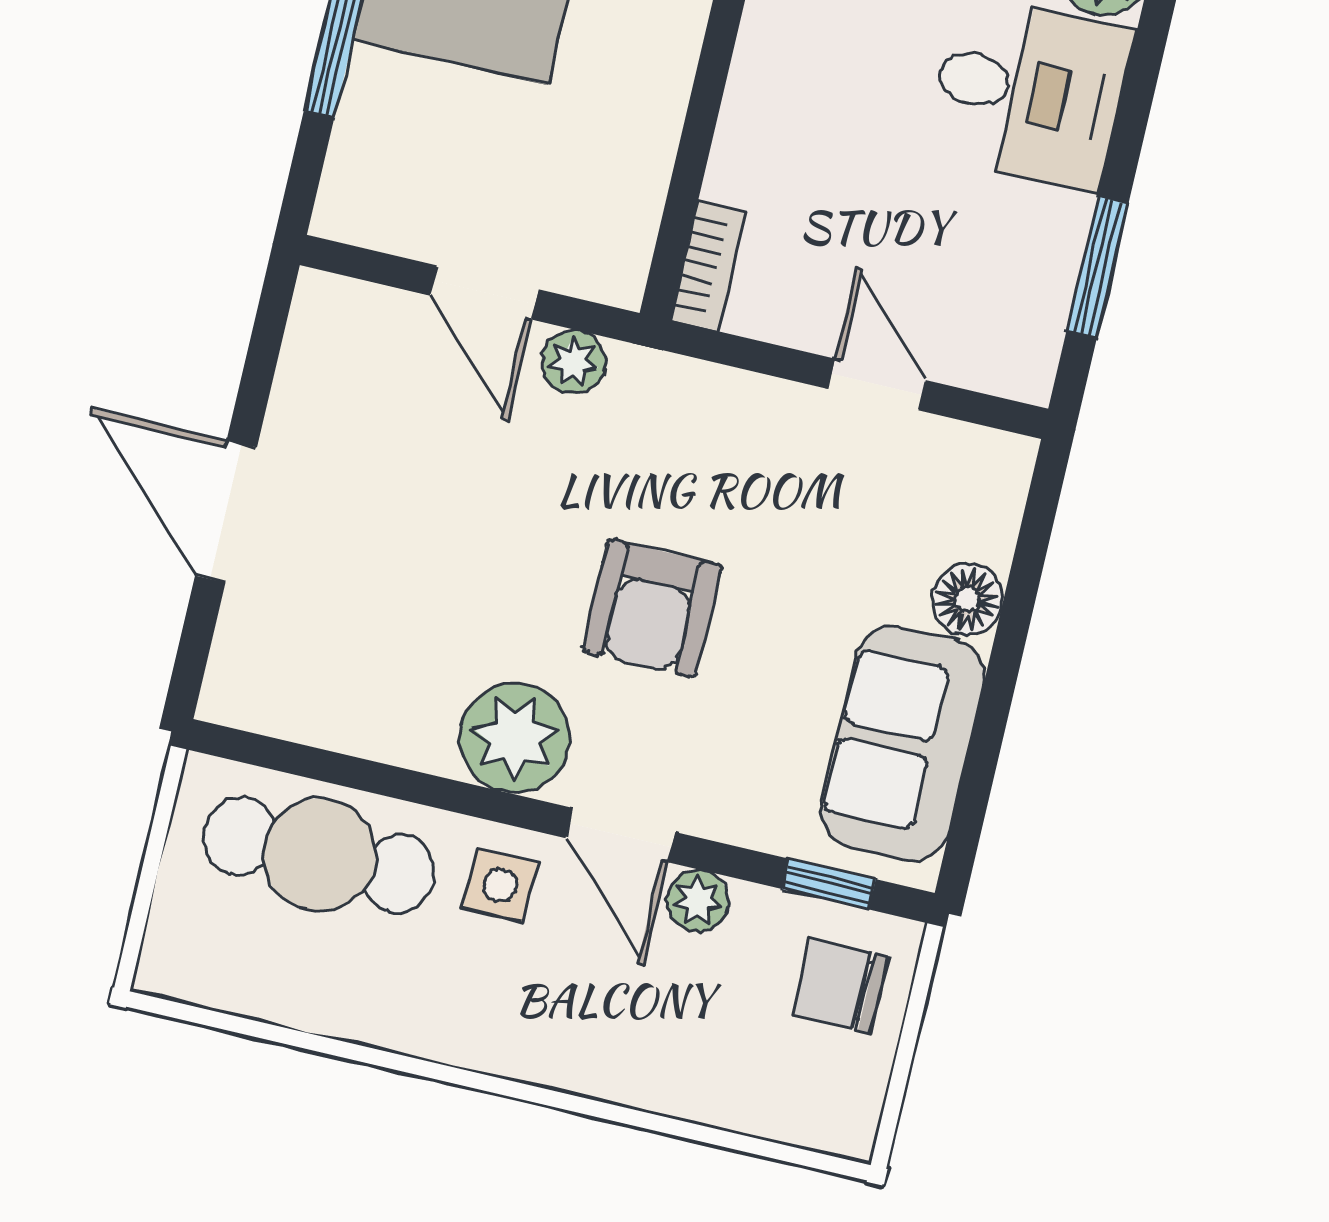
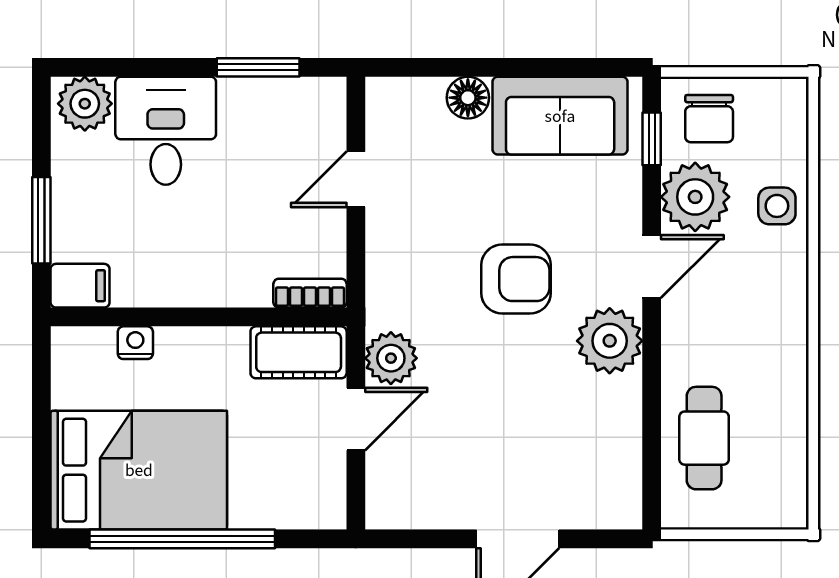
cot: (615, 224) -> (299, 352), added
plant: (573, 362) -> (391, 358), width x1.38, depth x1.38
cafe table: (319, 855) -> (704, 438), width x0.73, depth x0.74
side table: (500, 885) -> (777, 206), moved
plant: (698, 901) -> (695, 197), width x1.87, depth x1.87

